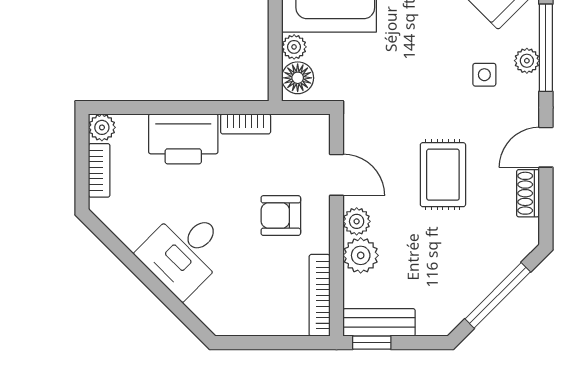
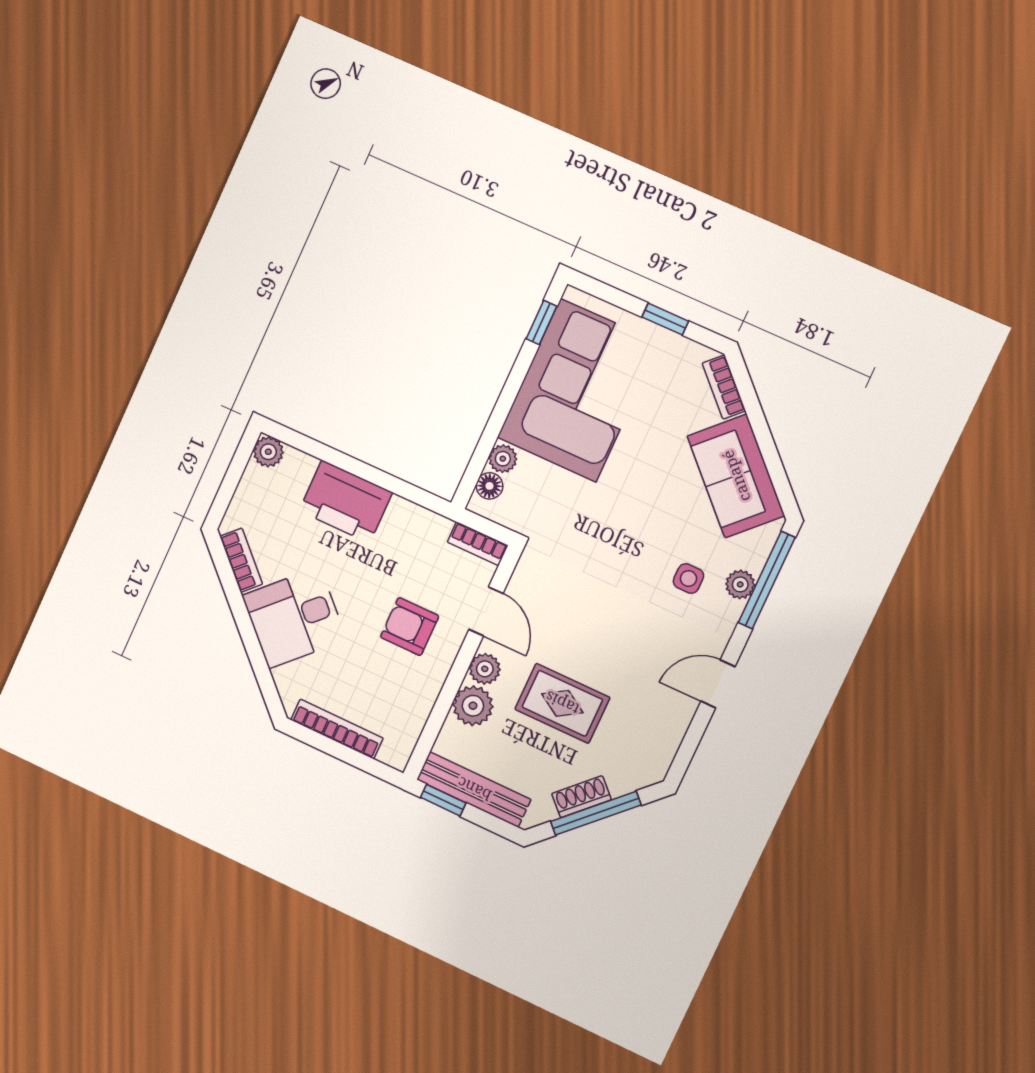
floor lamp: (298, 78) -> (489, 486), width x0.73, depth x0.73
bookcase: (246, 124) -> (478, 544), moved
bookcase: (99, 170) -> (241, 560), moved, turned -45
rug: (443, 175) -> (562, 703), moved, turned 90
shoe rack: (528, 193) -> (581, 797), moved, turned 45
bookcase: (320, 295) -> (337, 729), moved, turned 90
bench: (379, 322) -> (474, 789), width x1.36

